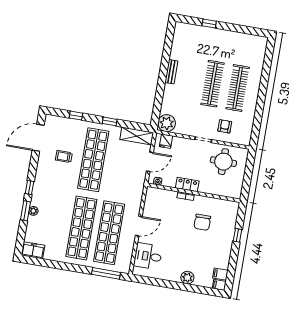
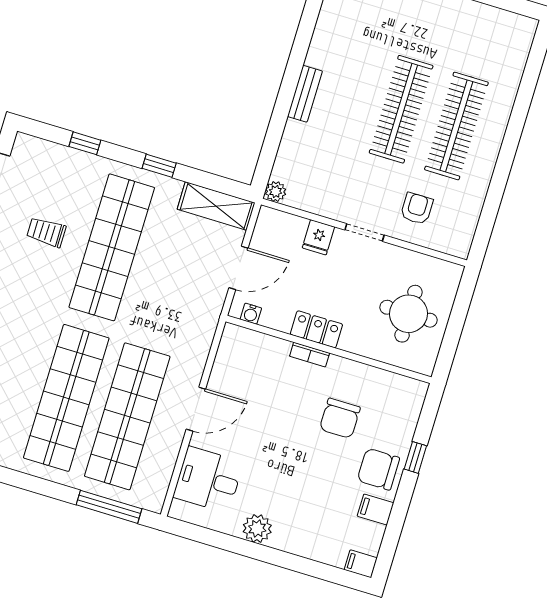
bench: (171, 72) -> (305, 94), moved
plant: (167, 123) -> (276, 192), width x0.53, depth x0.53
fridge: (166, 141) -> (318, 237), moved
round table: (223, 162) -> (408, 314), moved
chair: (222, 242) -> (378, 469), added
filing cabinet: (220, 274) -> (375, 509), moved
plant: (187, 278) -> (257, 529), moved

